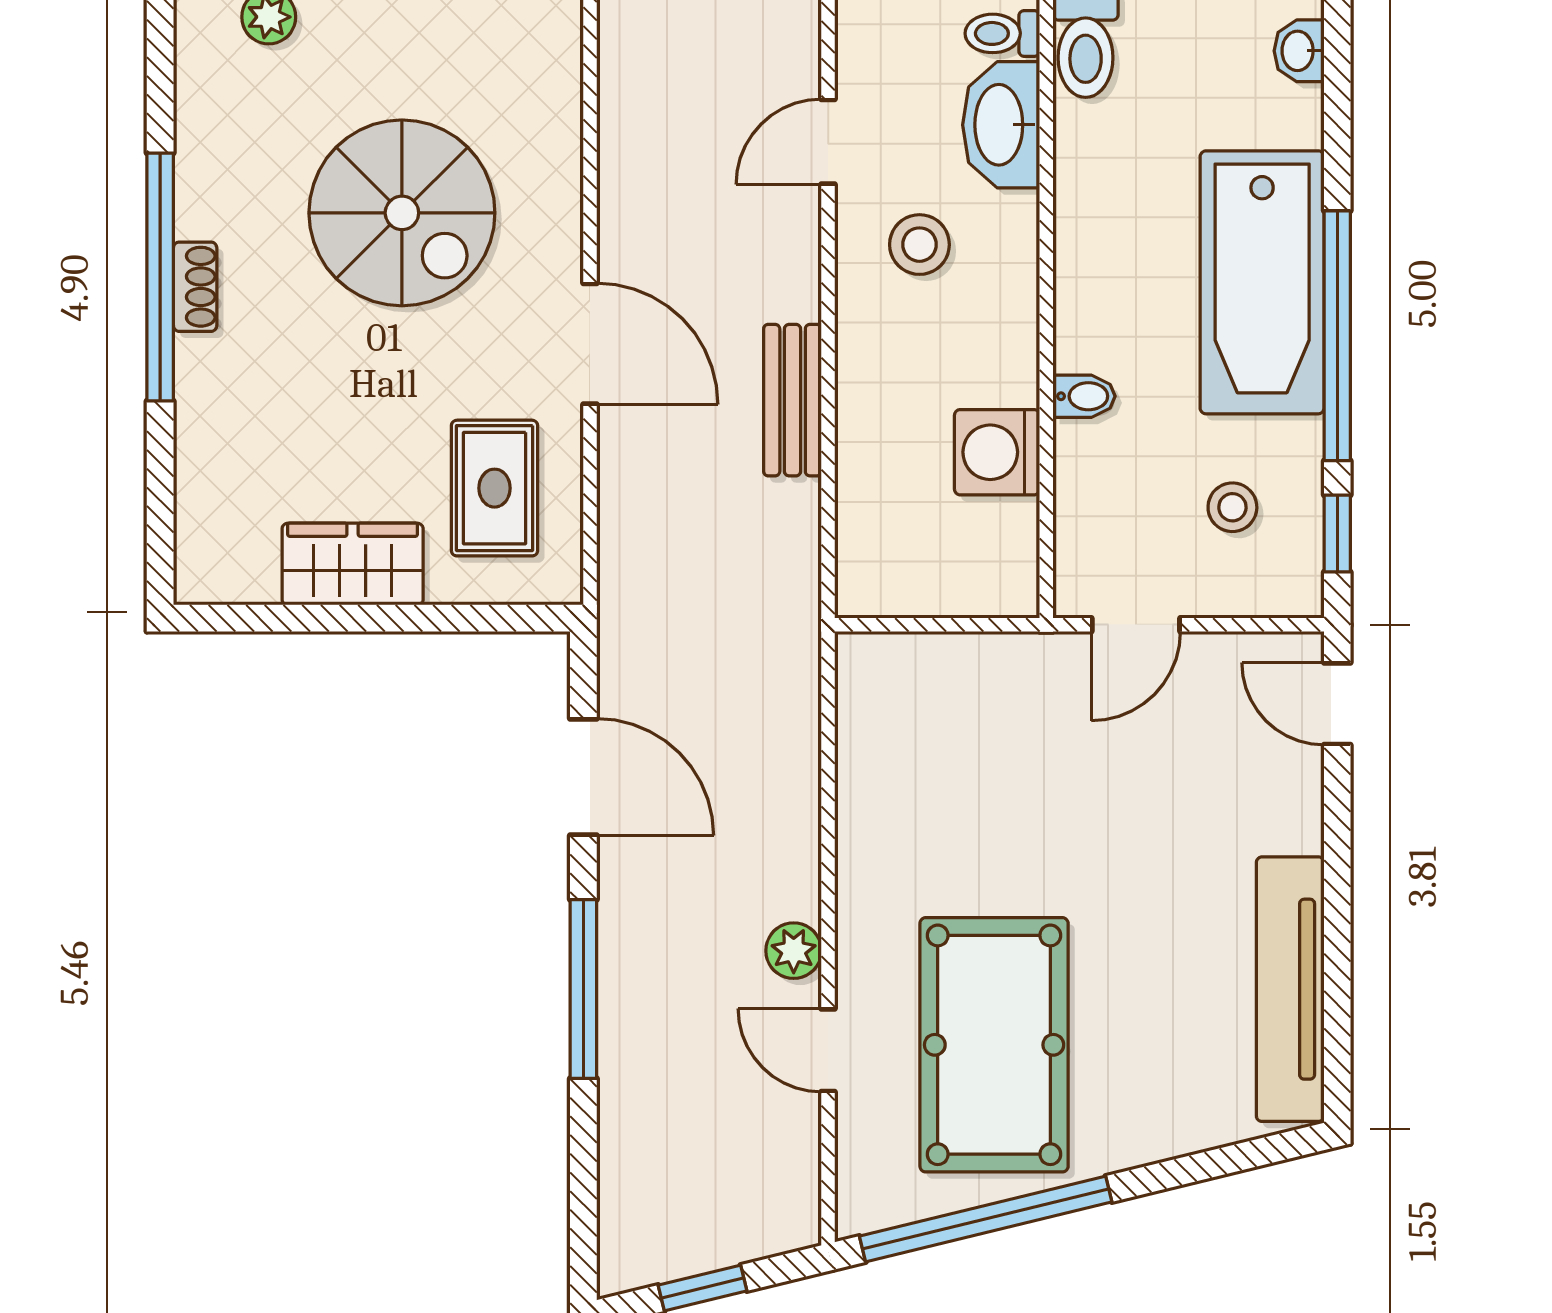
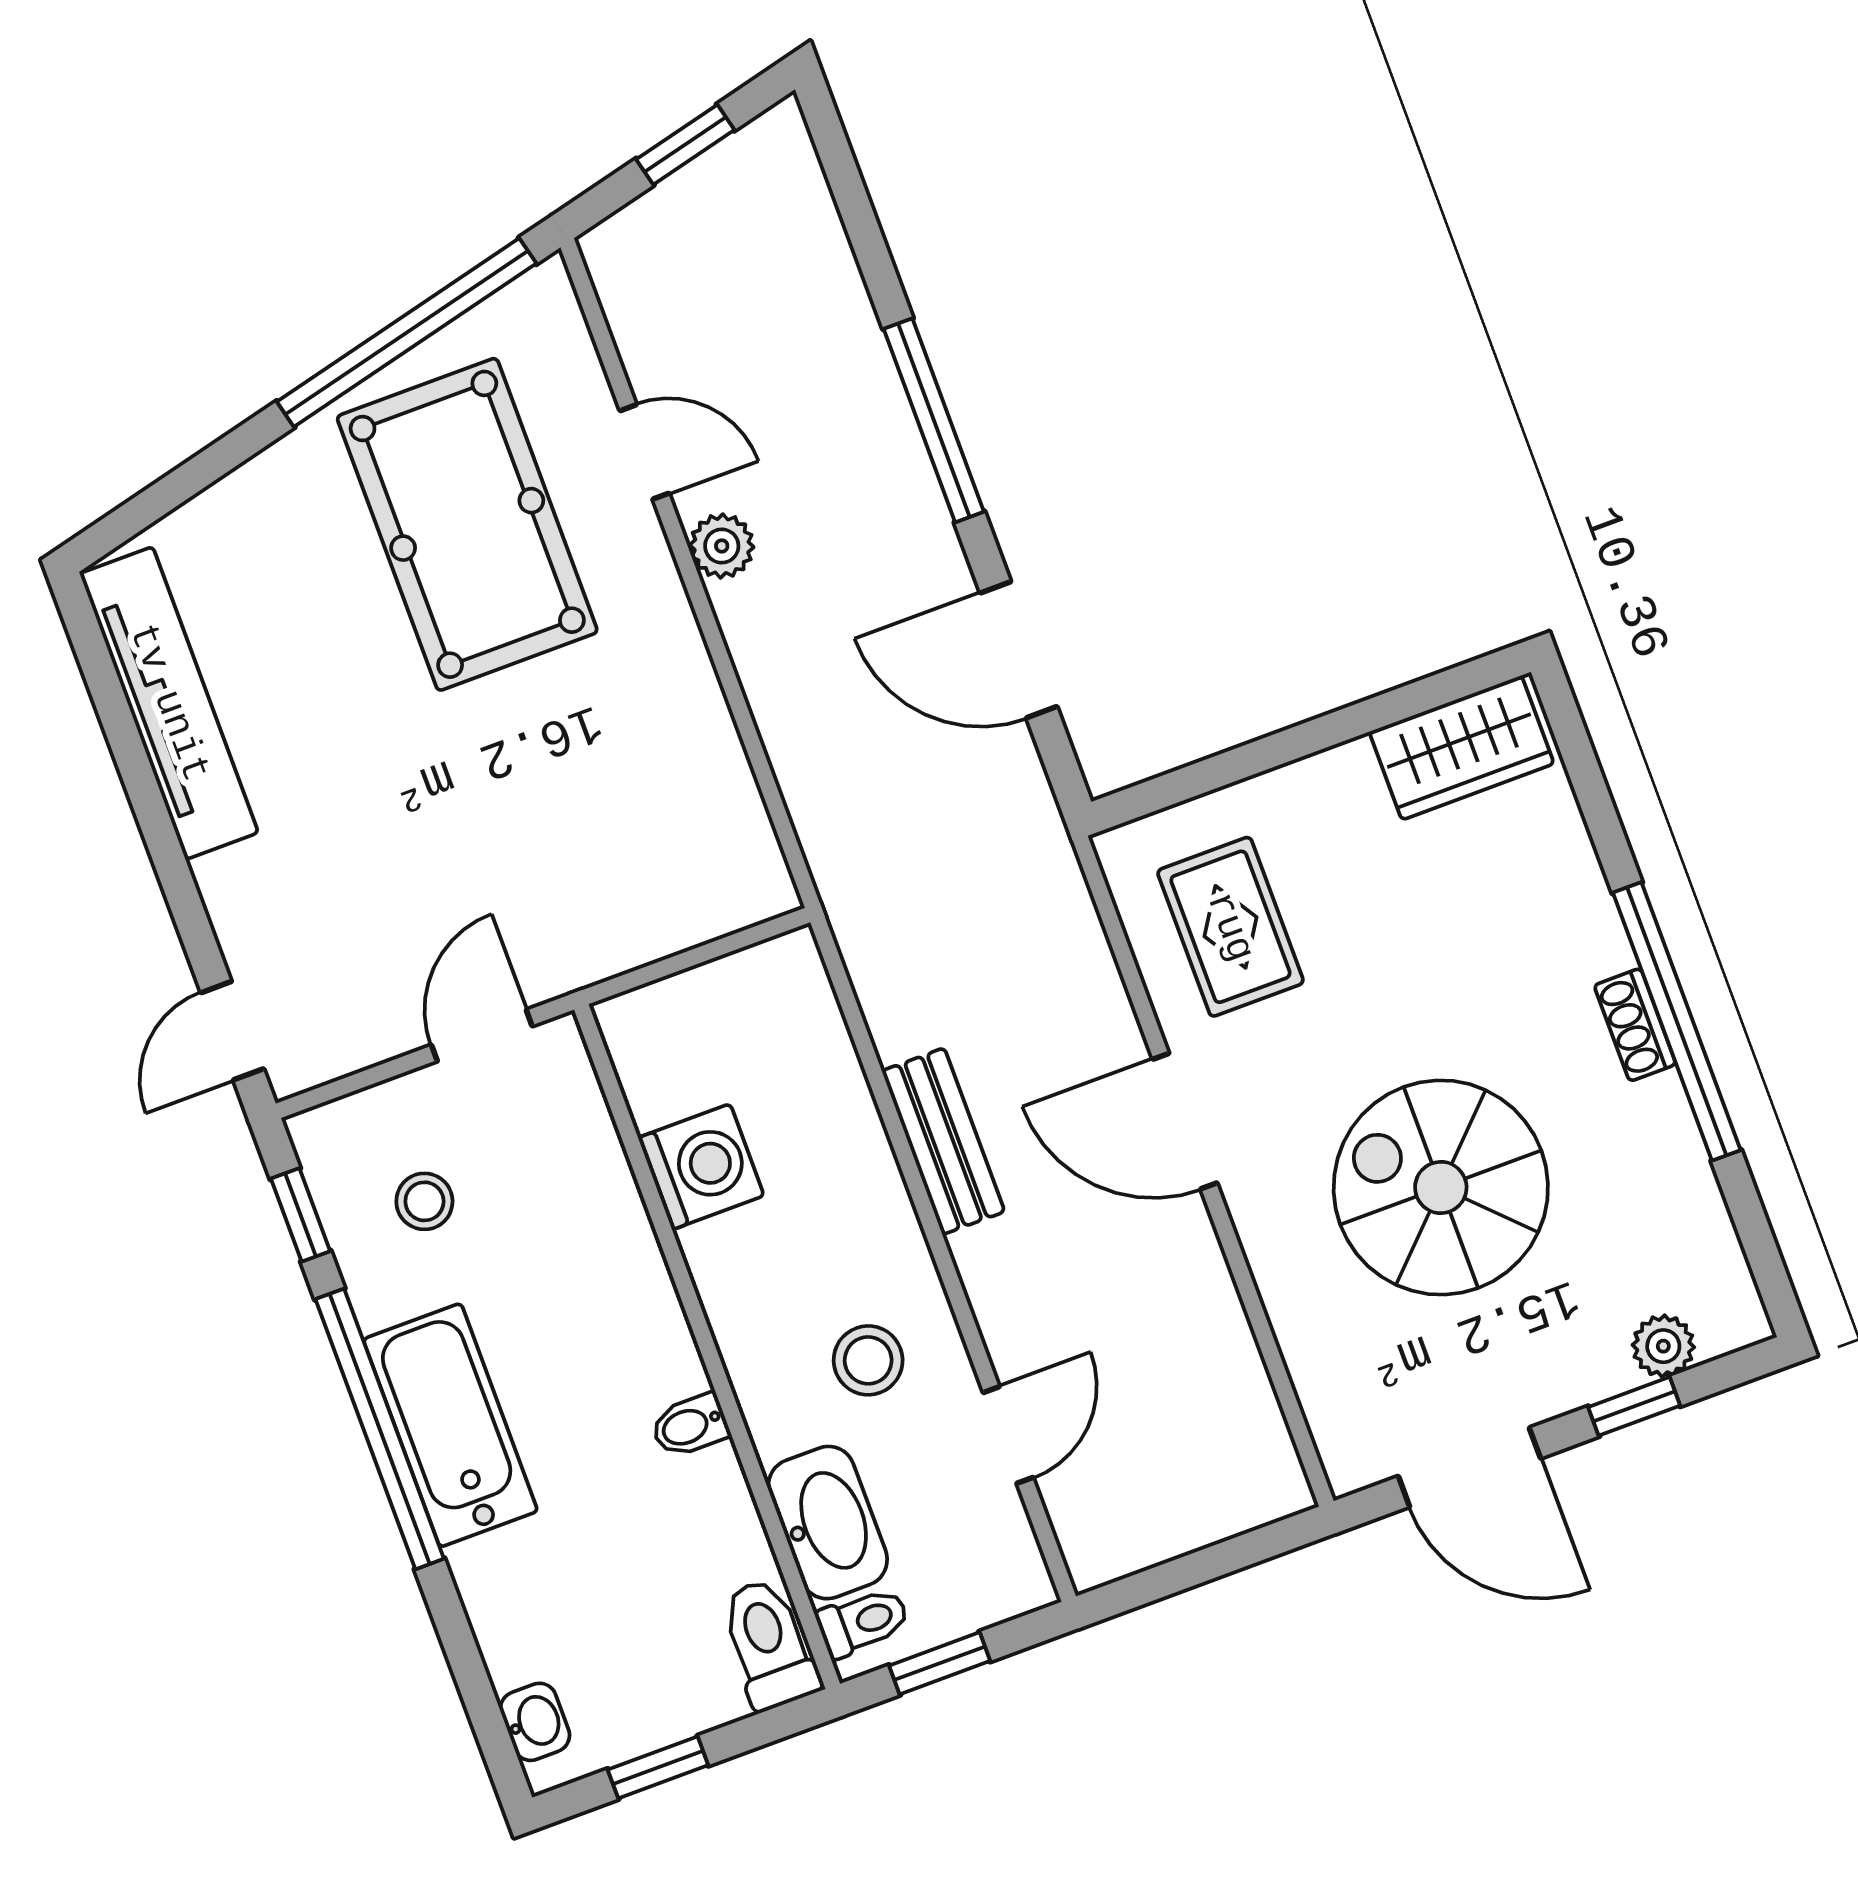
bathtub: (1262, 282) -> (450, 1425), width x0.73, depth x0.73
bidet: (1084, 396) -> (690, 1426), moved
wardrobe: (353, 564) -> (1462, 748), moved
door: (1337, 704) -> (232, 1031), swing flipped

